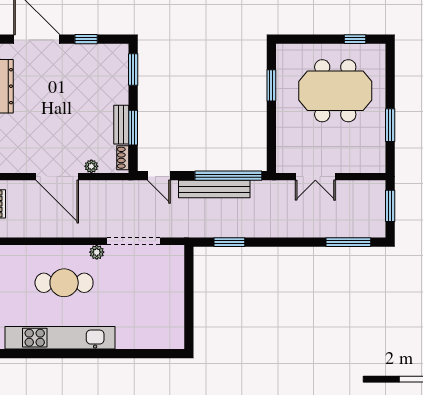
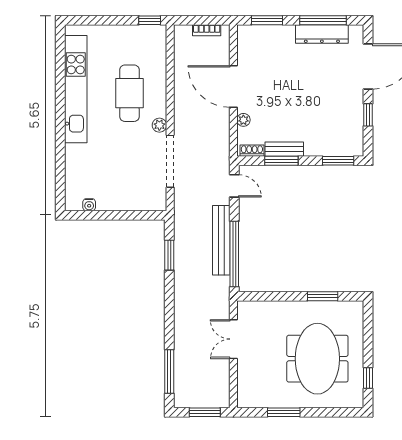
door: (159, 176) -> (234, 186), swing flipped
door: (57, 177) -> (233, 87), hinge flipped
water cooler: (178, 324) -> (89, 205), added

